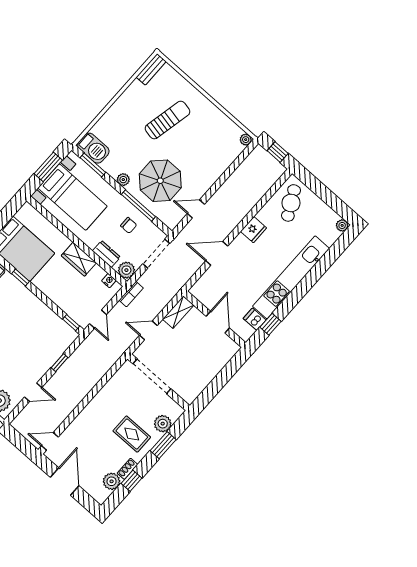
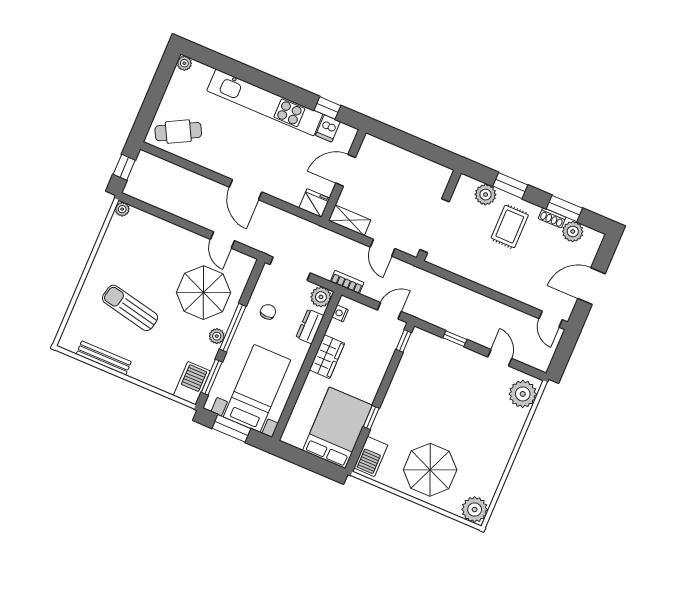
bench: (151, 69) -> (104, 358), moved, width x1.36
window: (138, 205) -> (233, 328), moved
fridge: (253, 230) -> (314, 203), moved
door: (217, 253) -> (245, 190), moved
window: (131, 481) -> (564, 208), width x1.50

